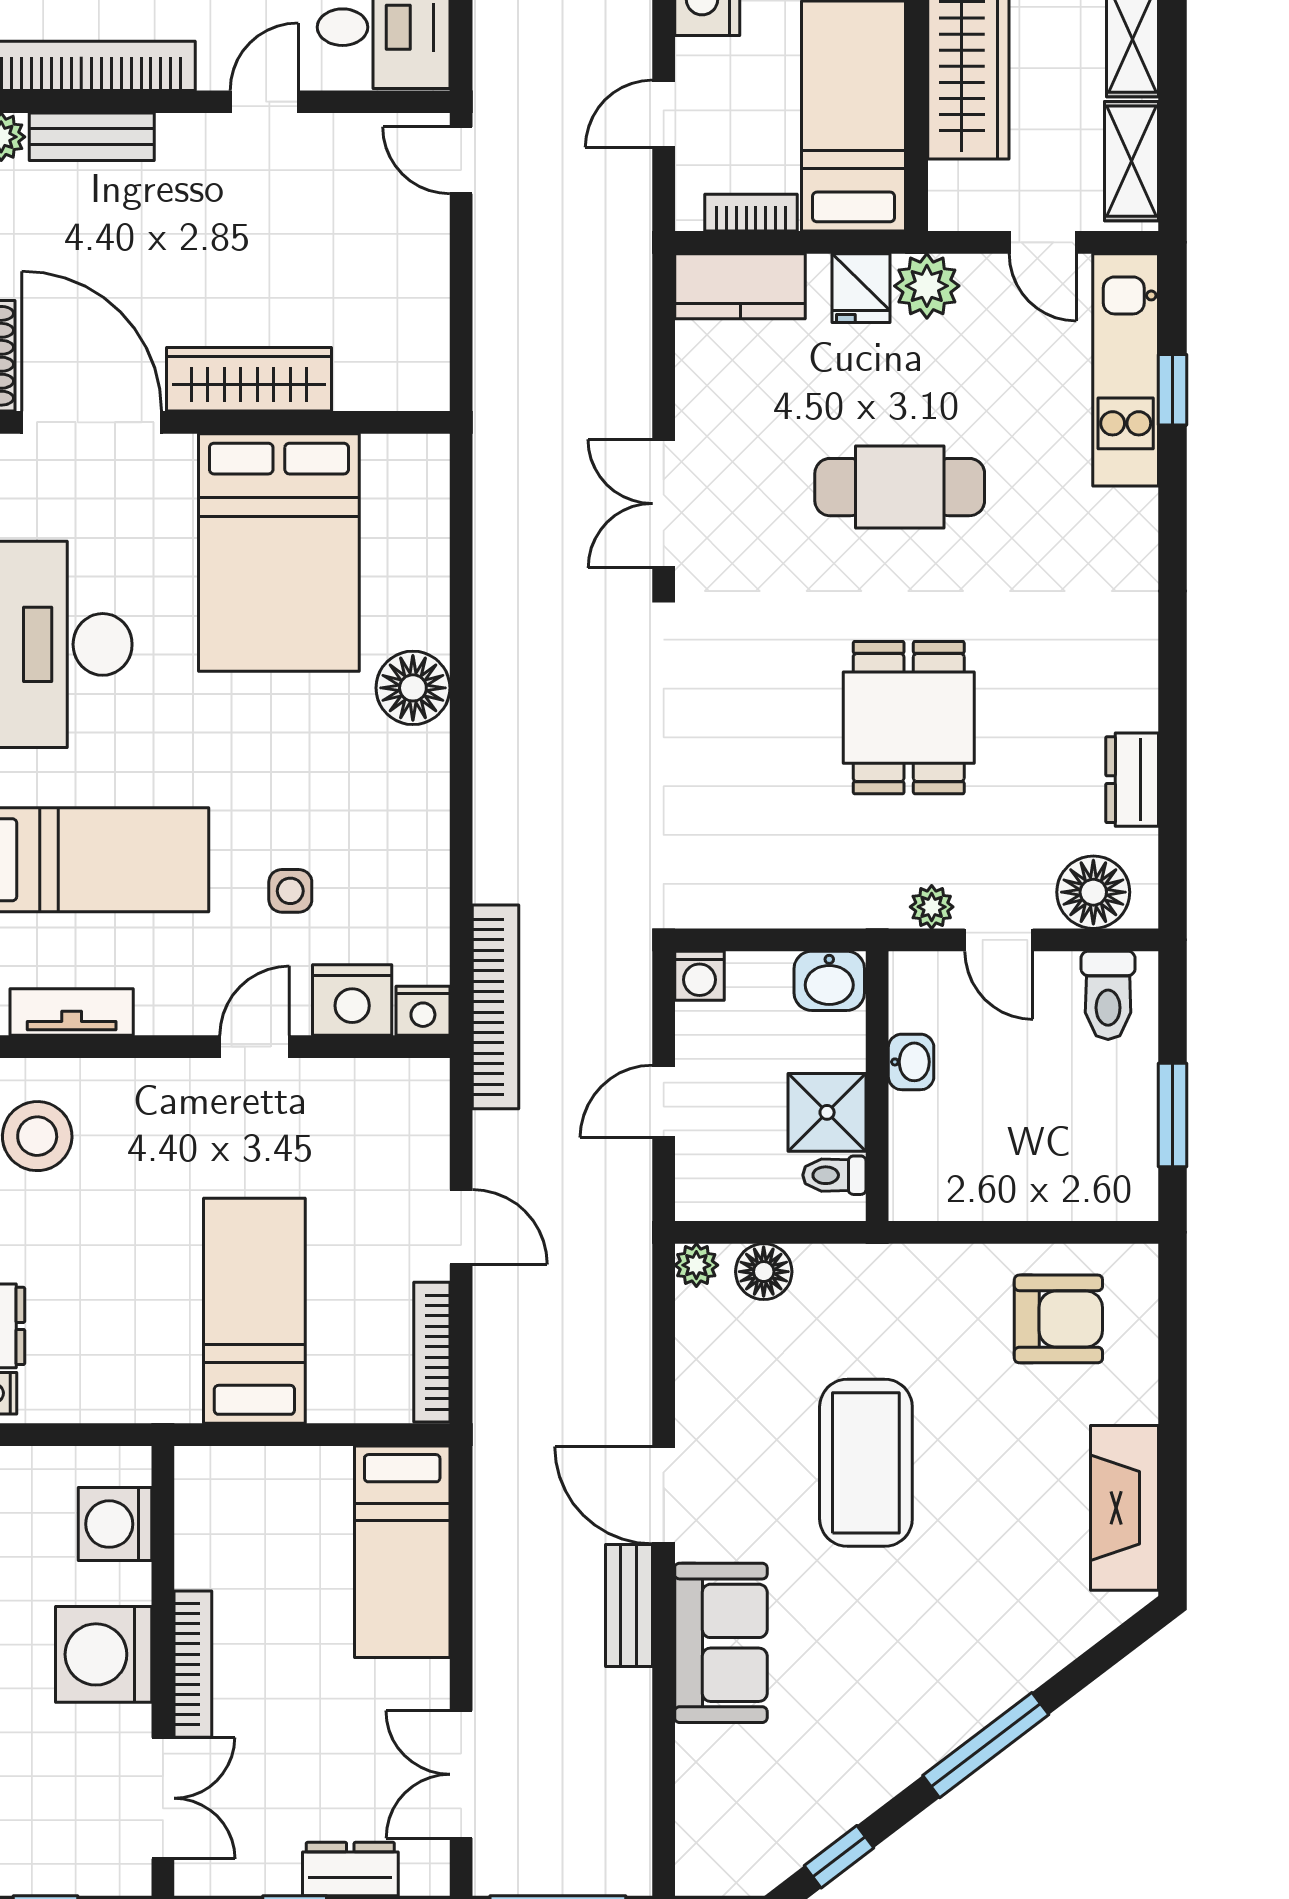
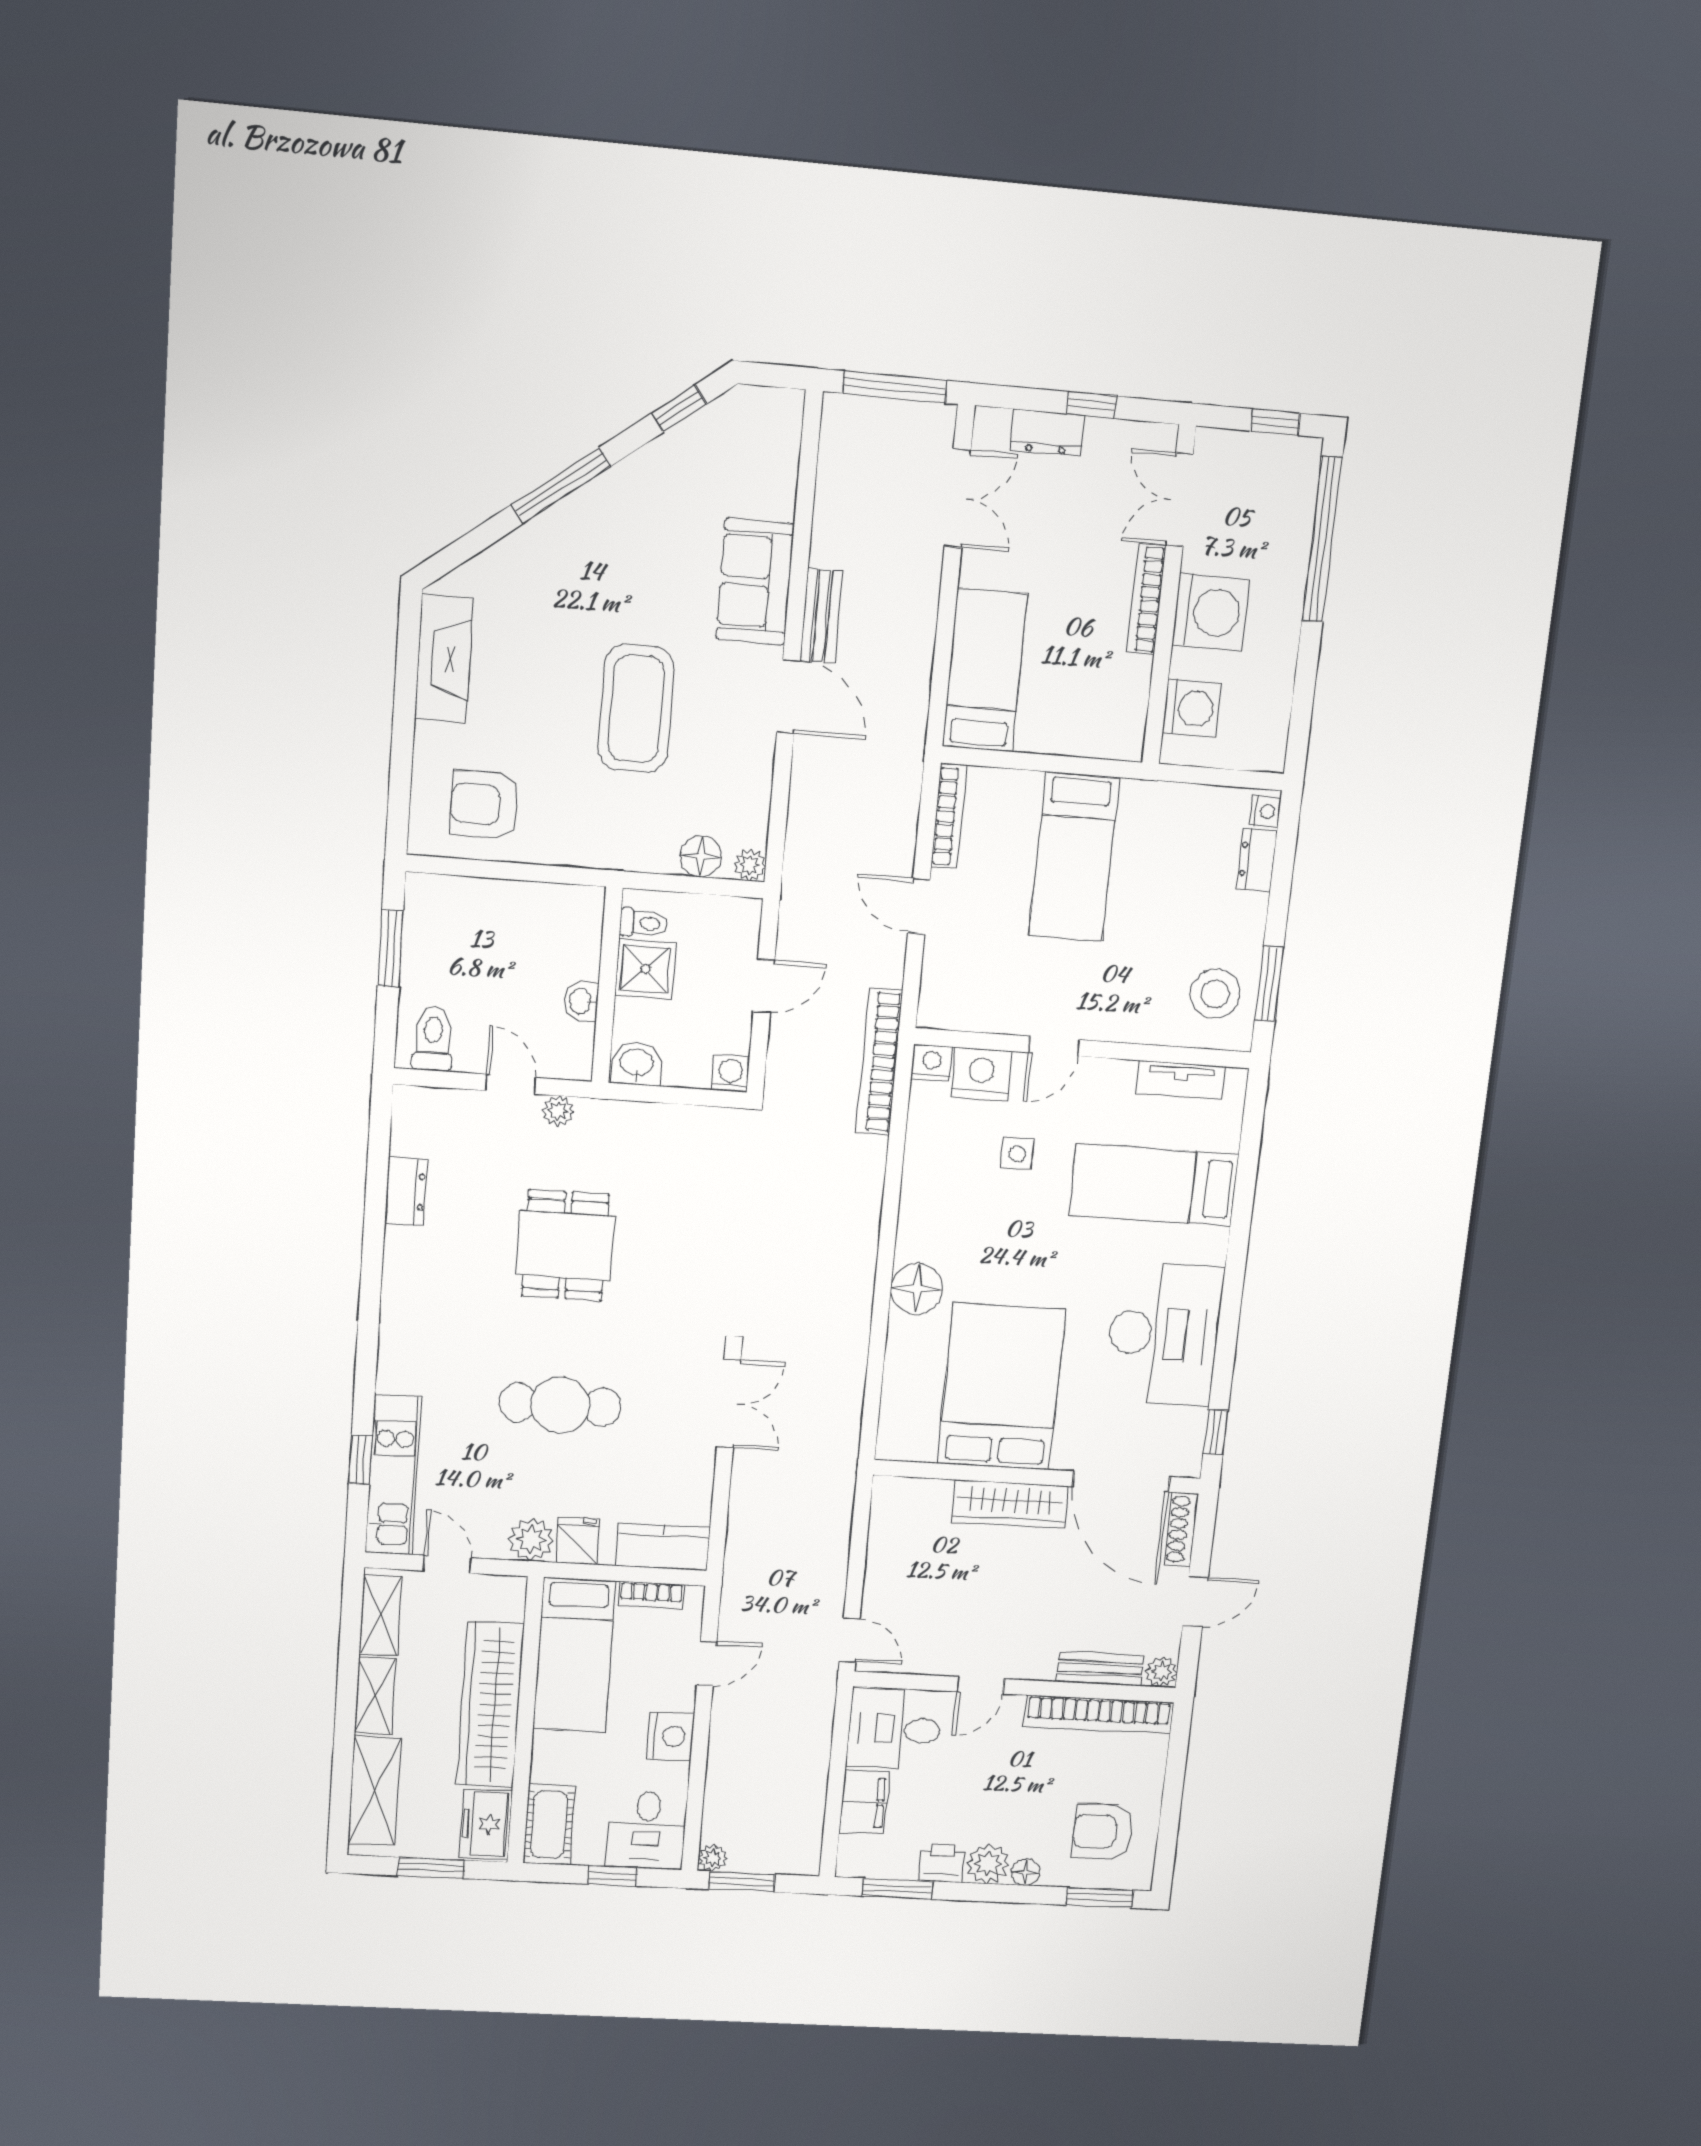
floor lamp: (1093, 892) -> (439, 1113), removed

